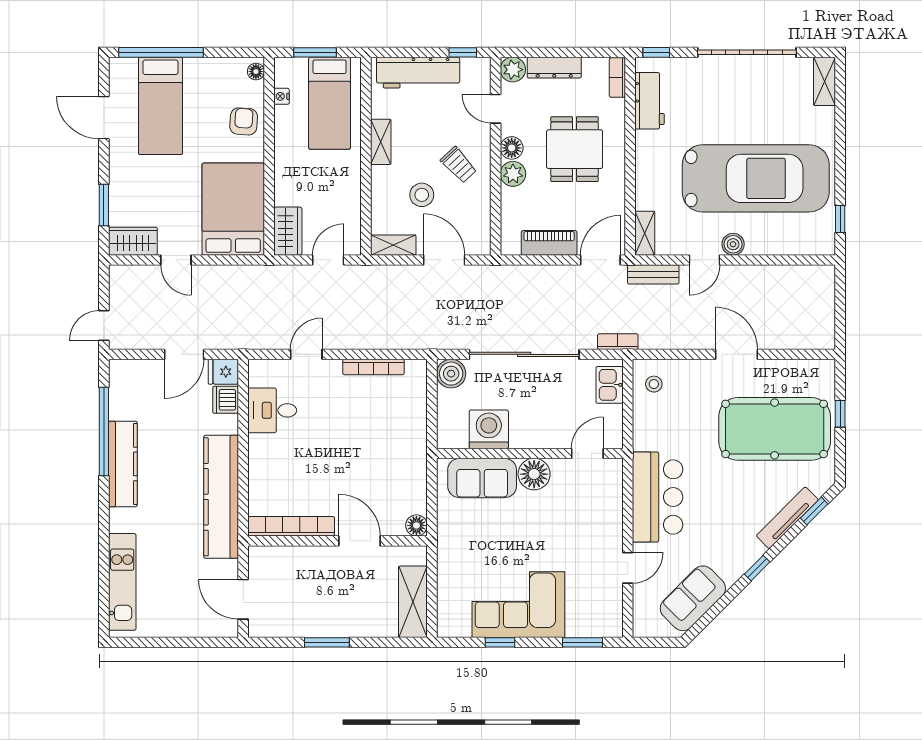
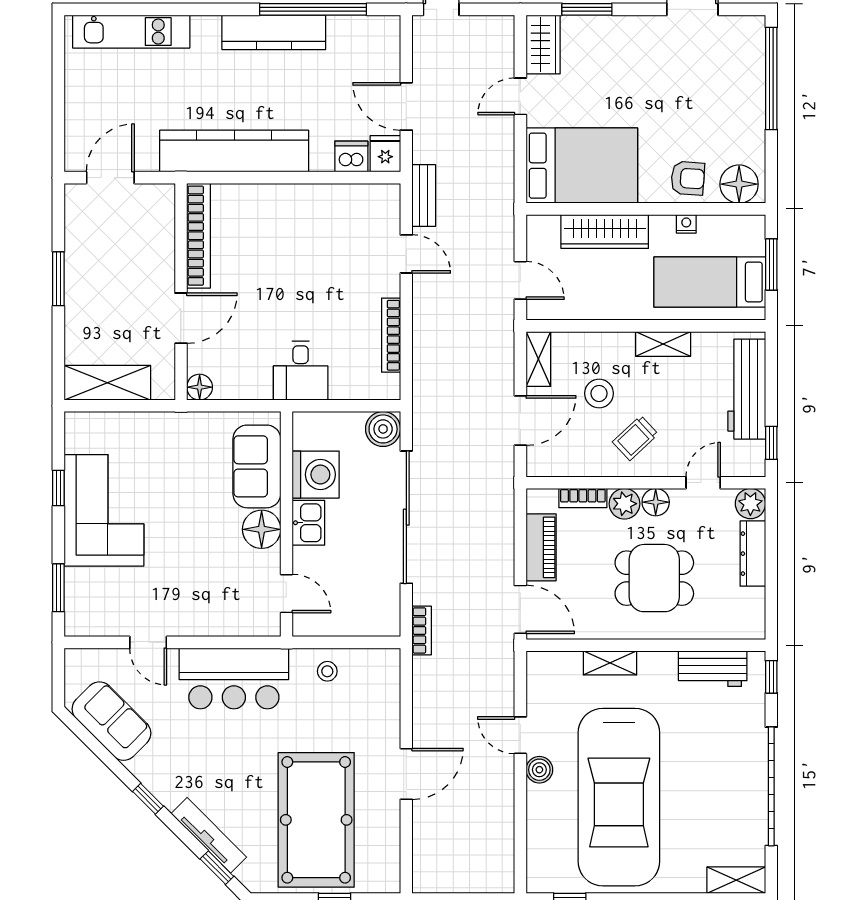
floor lamp: (256, 72) -> (739, 184), width x1.89, depth x1.89
bookcase: (617, 78) -> (583, 498), moved, turned 180
nightstand: (281, 96) -> (686, 224), moved
bed: (160, 106) -> (707, 78), removed
wardrobe: (288, 231) -> (605, 232), moved, width x1.50
shelving: (645, 233) -> (610, 663), moved
bench: (653, 274) -> (424, 196), moved
stool: (654, 384) -> (327, 671), moved
kitchen sink: (610, 385) -> (308, 523), moved, turned 90
desk: (272, 410) -> (301, 371), moved, turned 180

